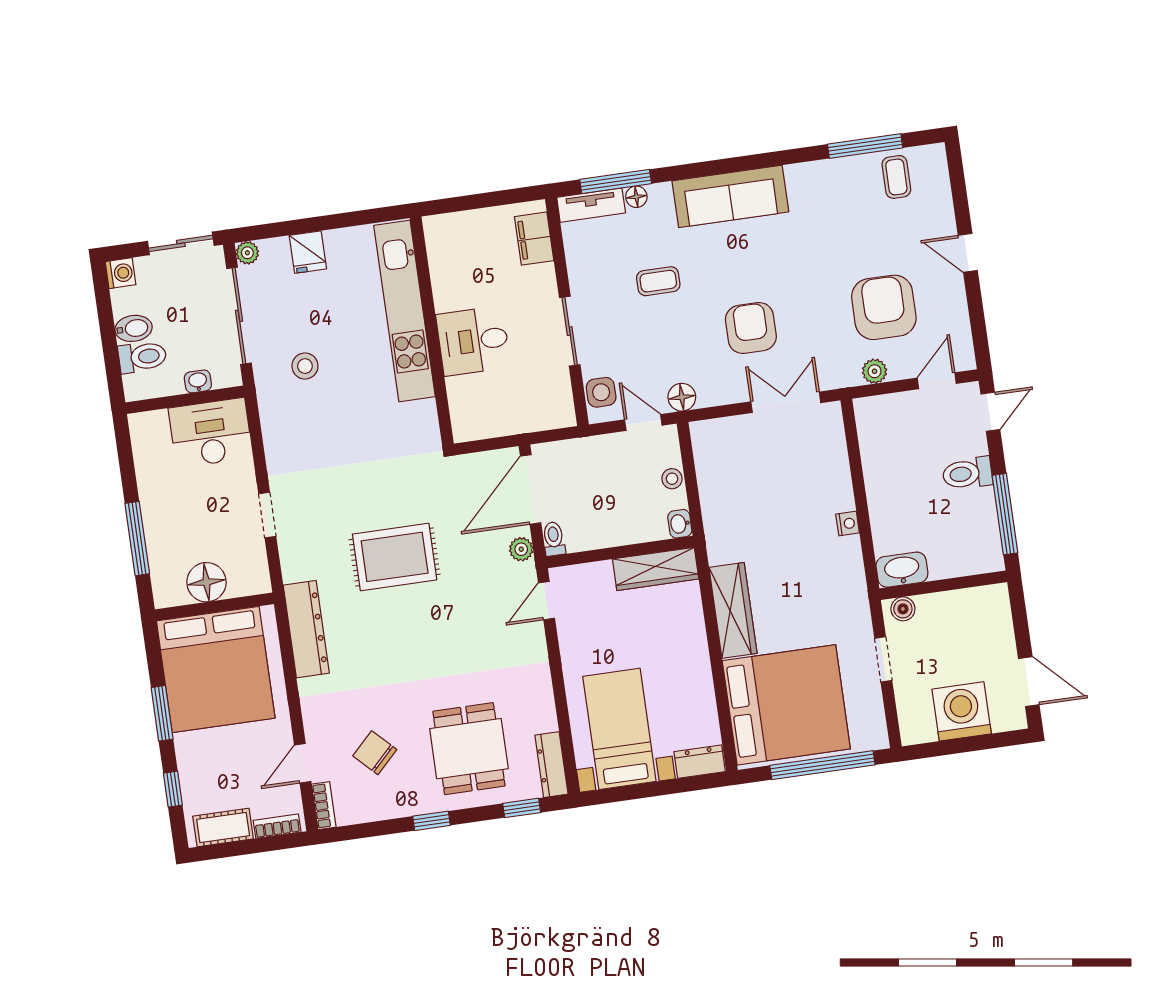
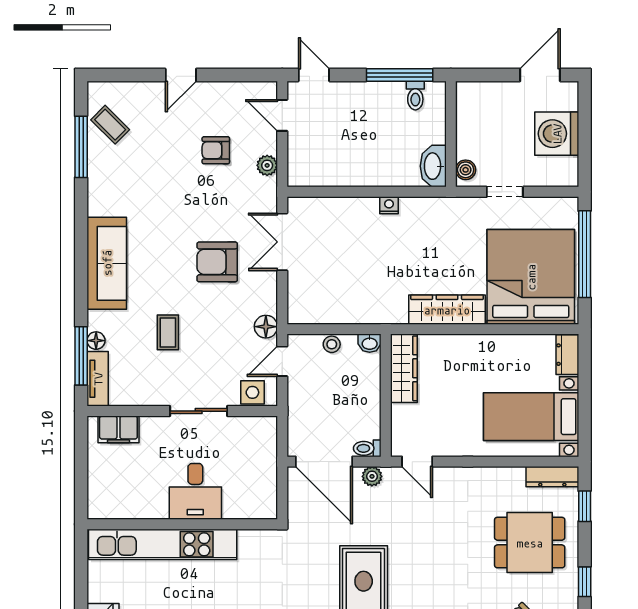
coffee table: (896, 177) -> (110, 125), turned 45
armchair: (884, 307) -> (216, 150), width x0.53, depth x0.53
toilet: (967, 473) -> (415, 96), moved, width x0.73, depth x0.72

